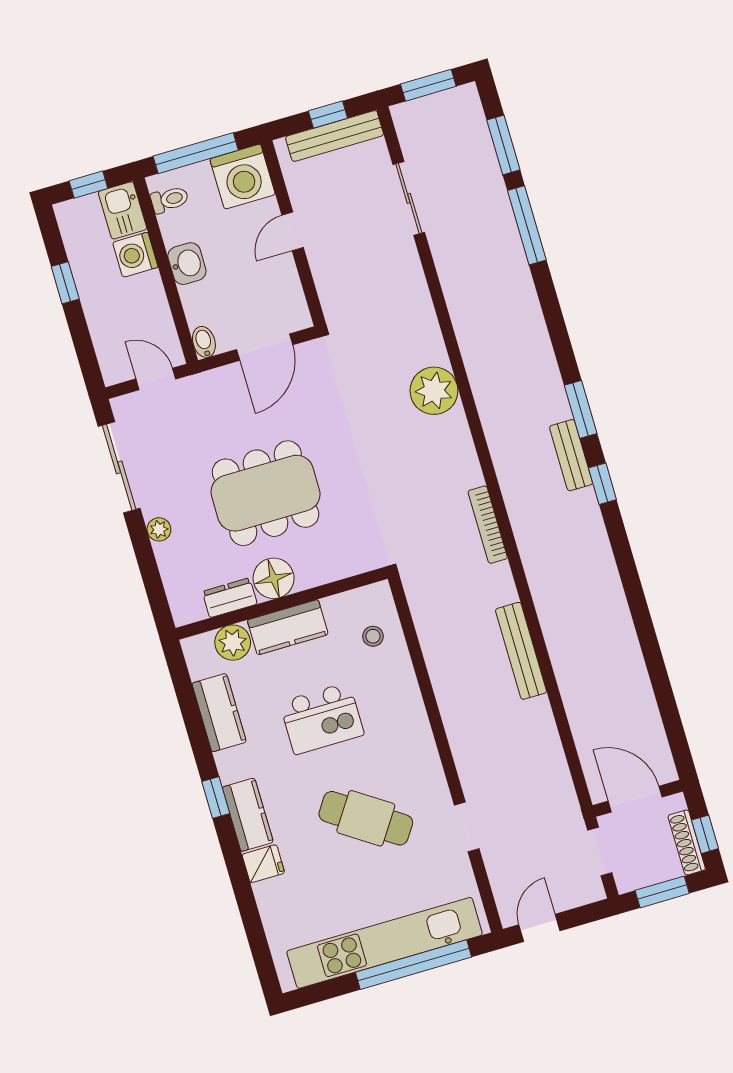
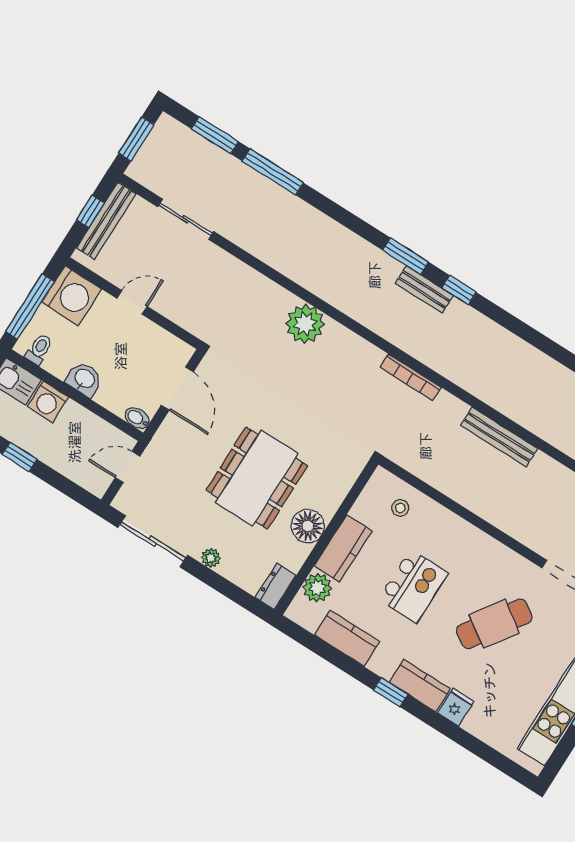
door: (293, 231) -> (132, 302), swing flipped
dresser: (230, 598) -> (276, 586), moved

